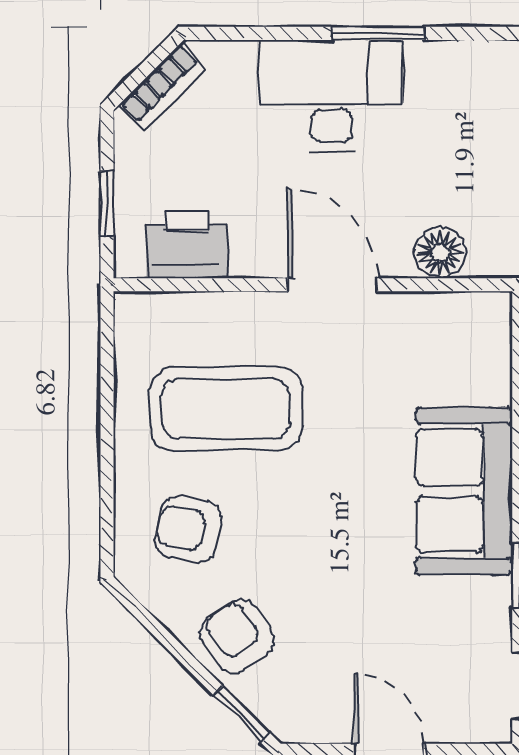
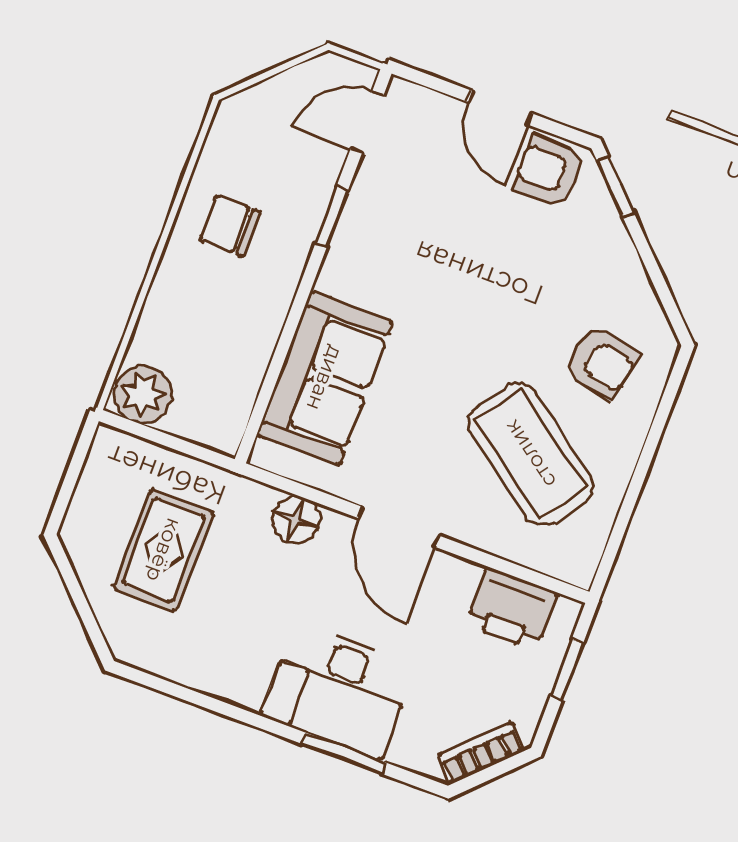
window: (378, 33) -> (344, 753), moved
coffee table: (226, 409) -> (530, 454), turned 36
sofa: (464, 491) -> (325, 378), moved
armchair: (237, 636) -> (550, 171), moved, turned 125

